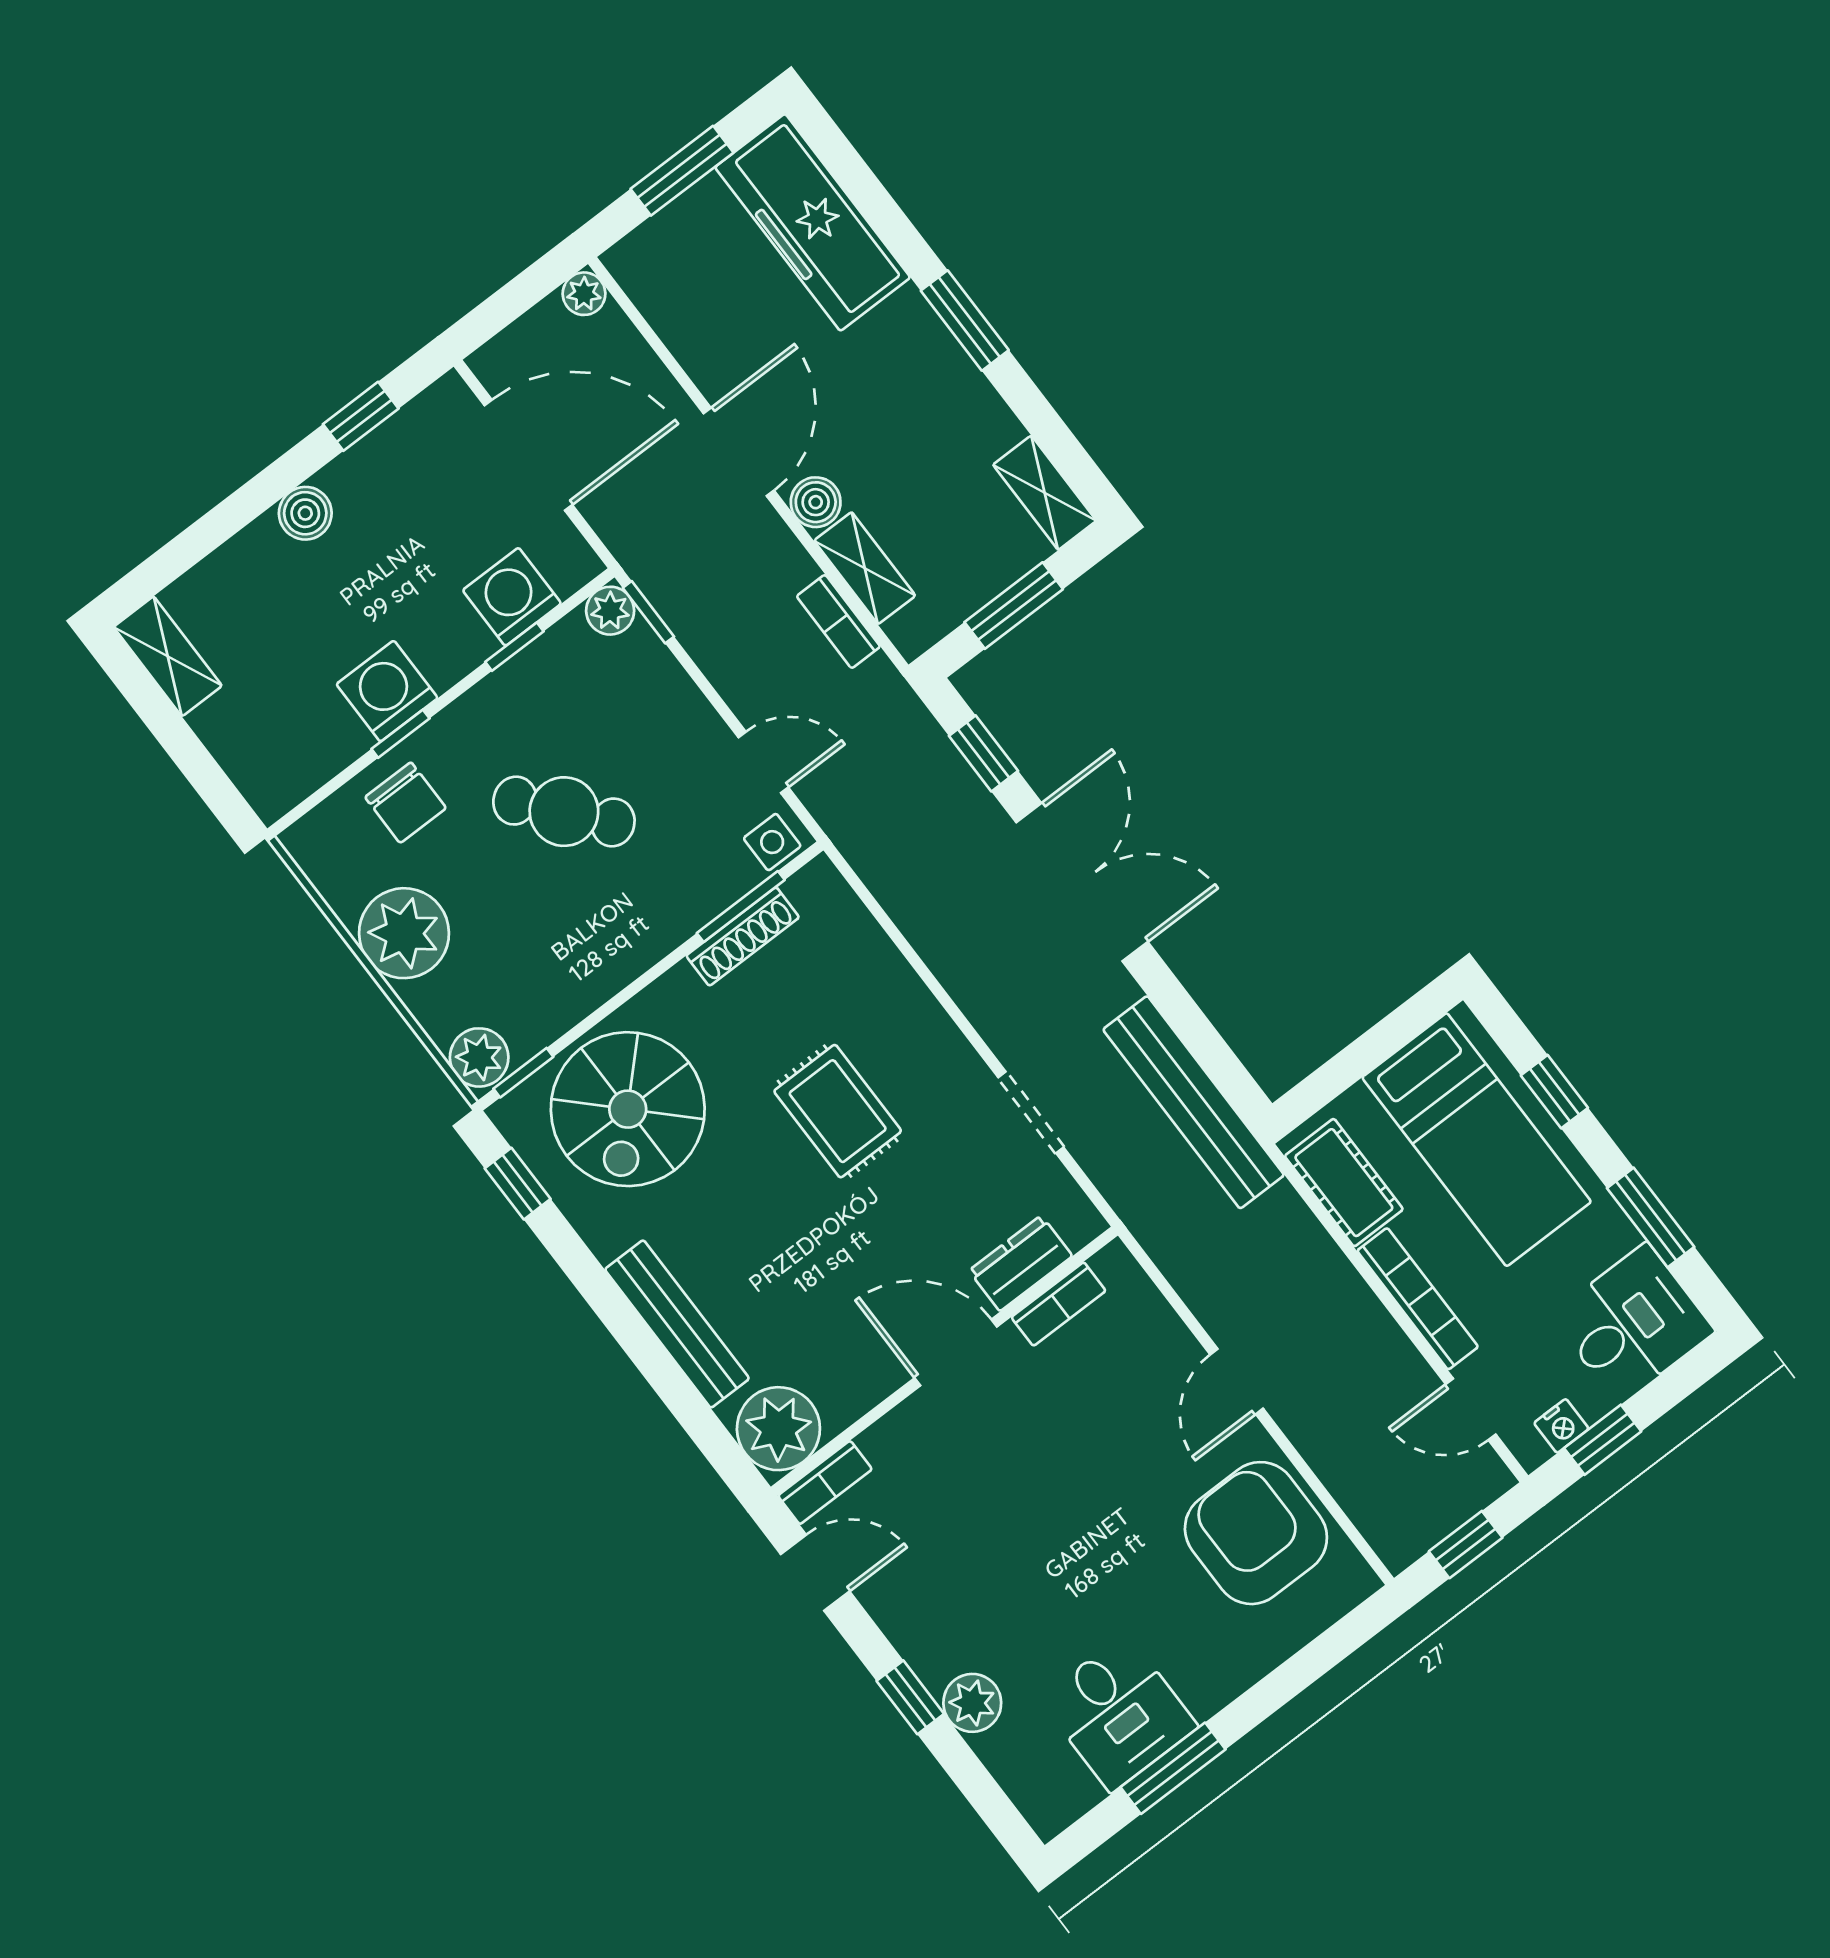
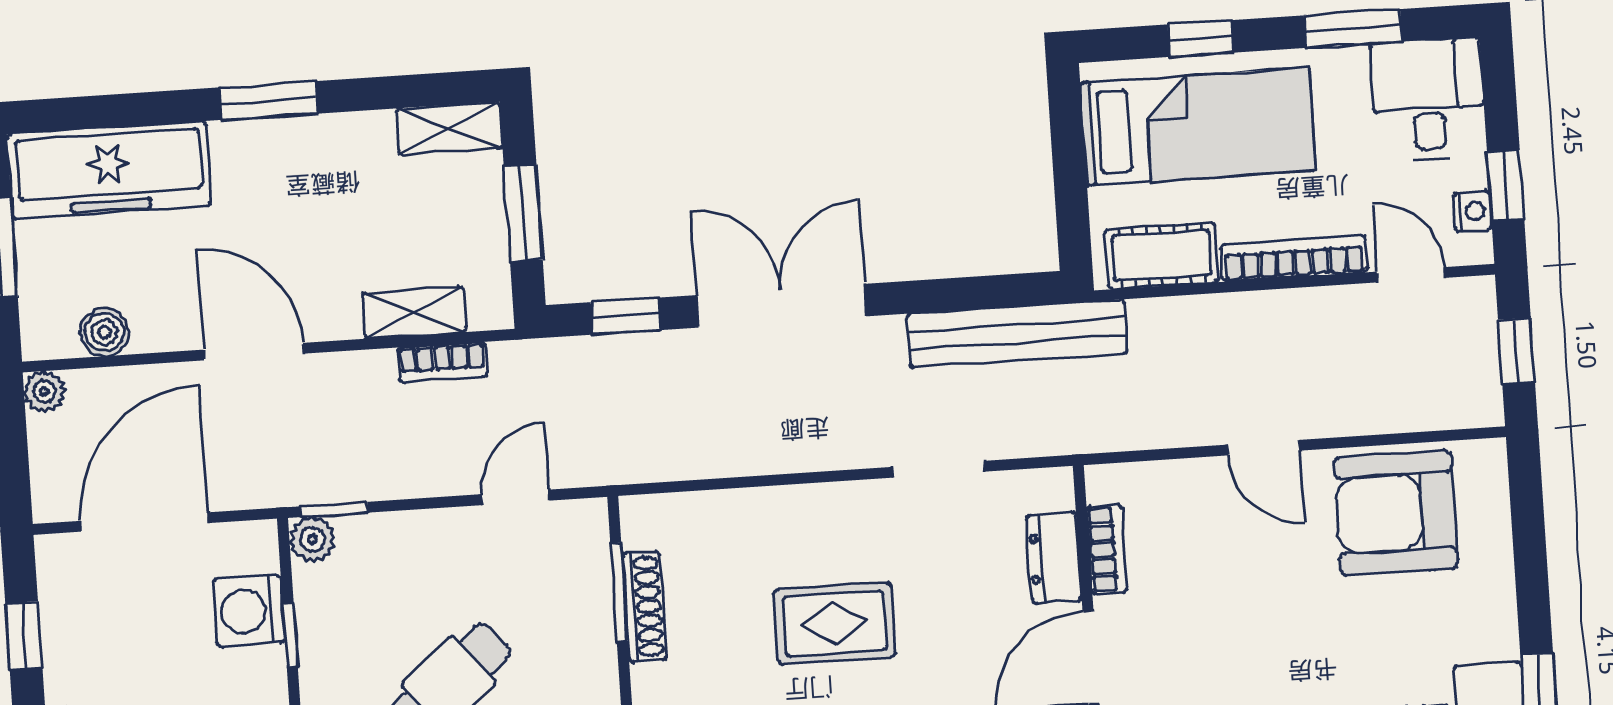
boiler: (816, 502) -> (104, 332), moved
side table: (772, 842) -> (584, 533), removed
door: (1471, 1409) -> (1411, 275), swing flipped

